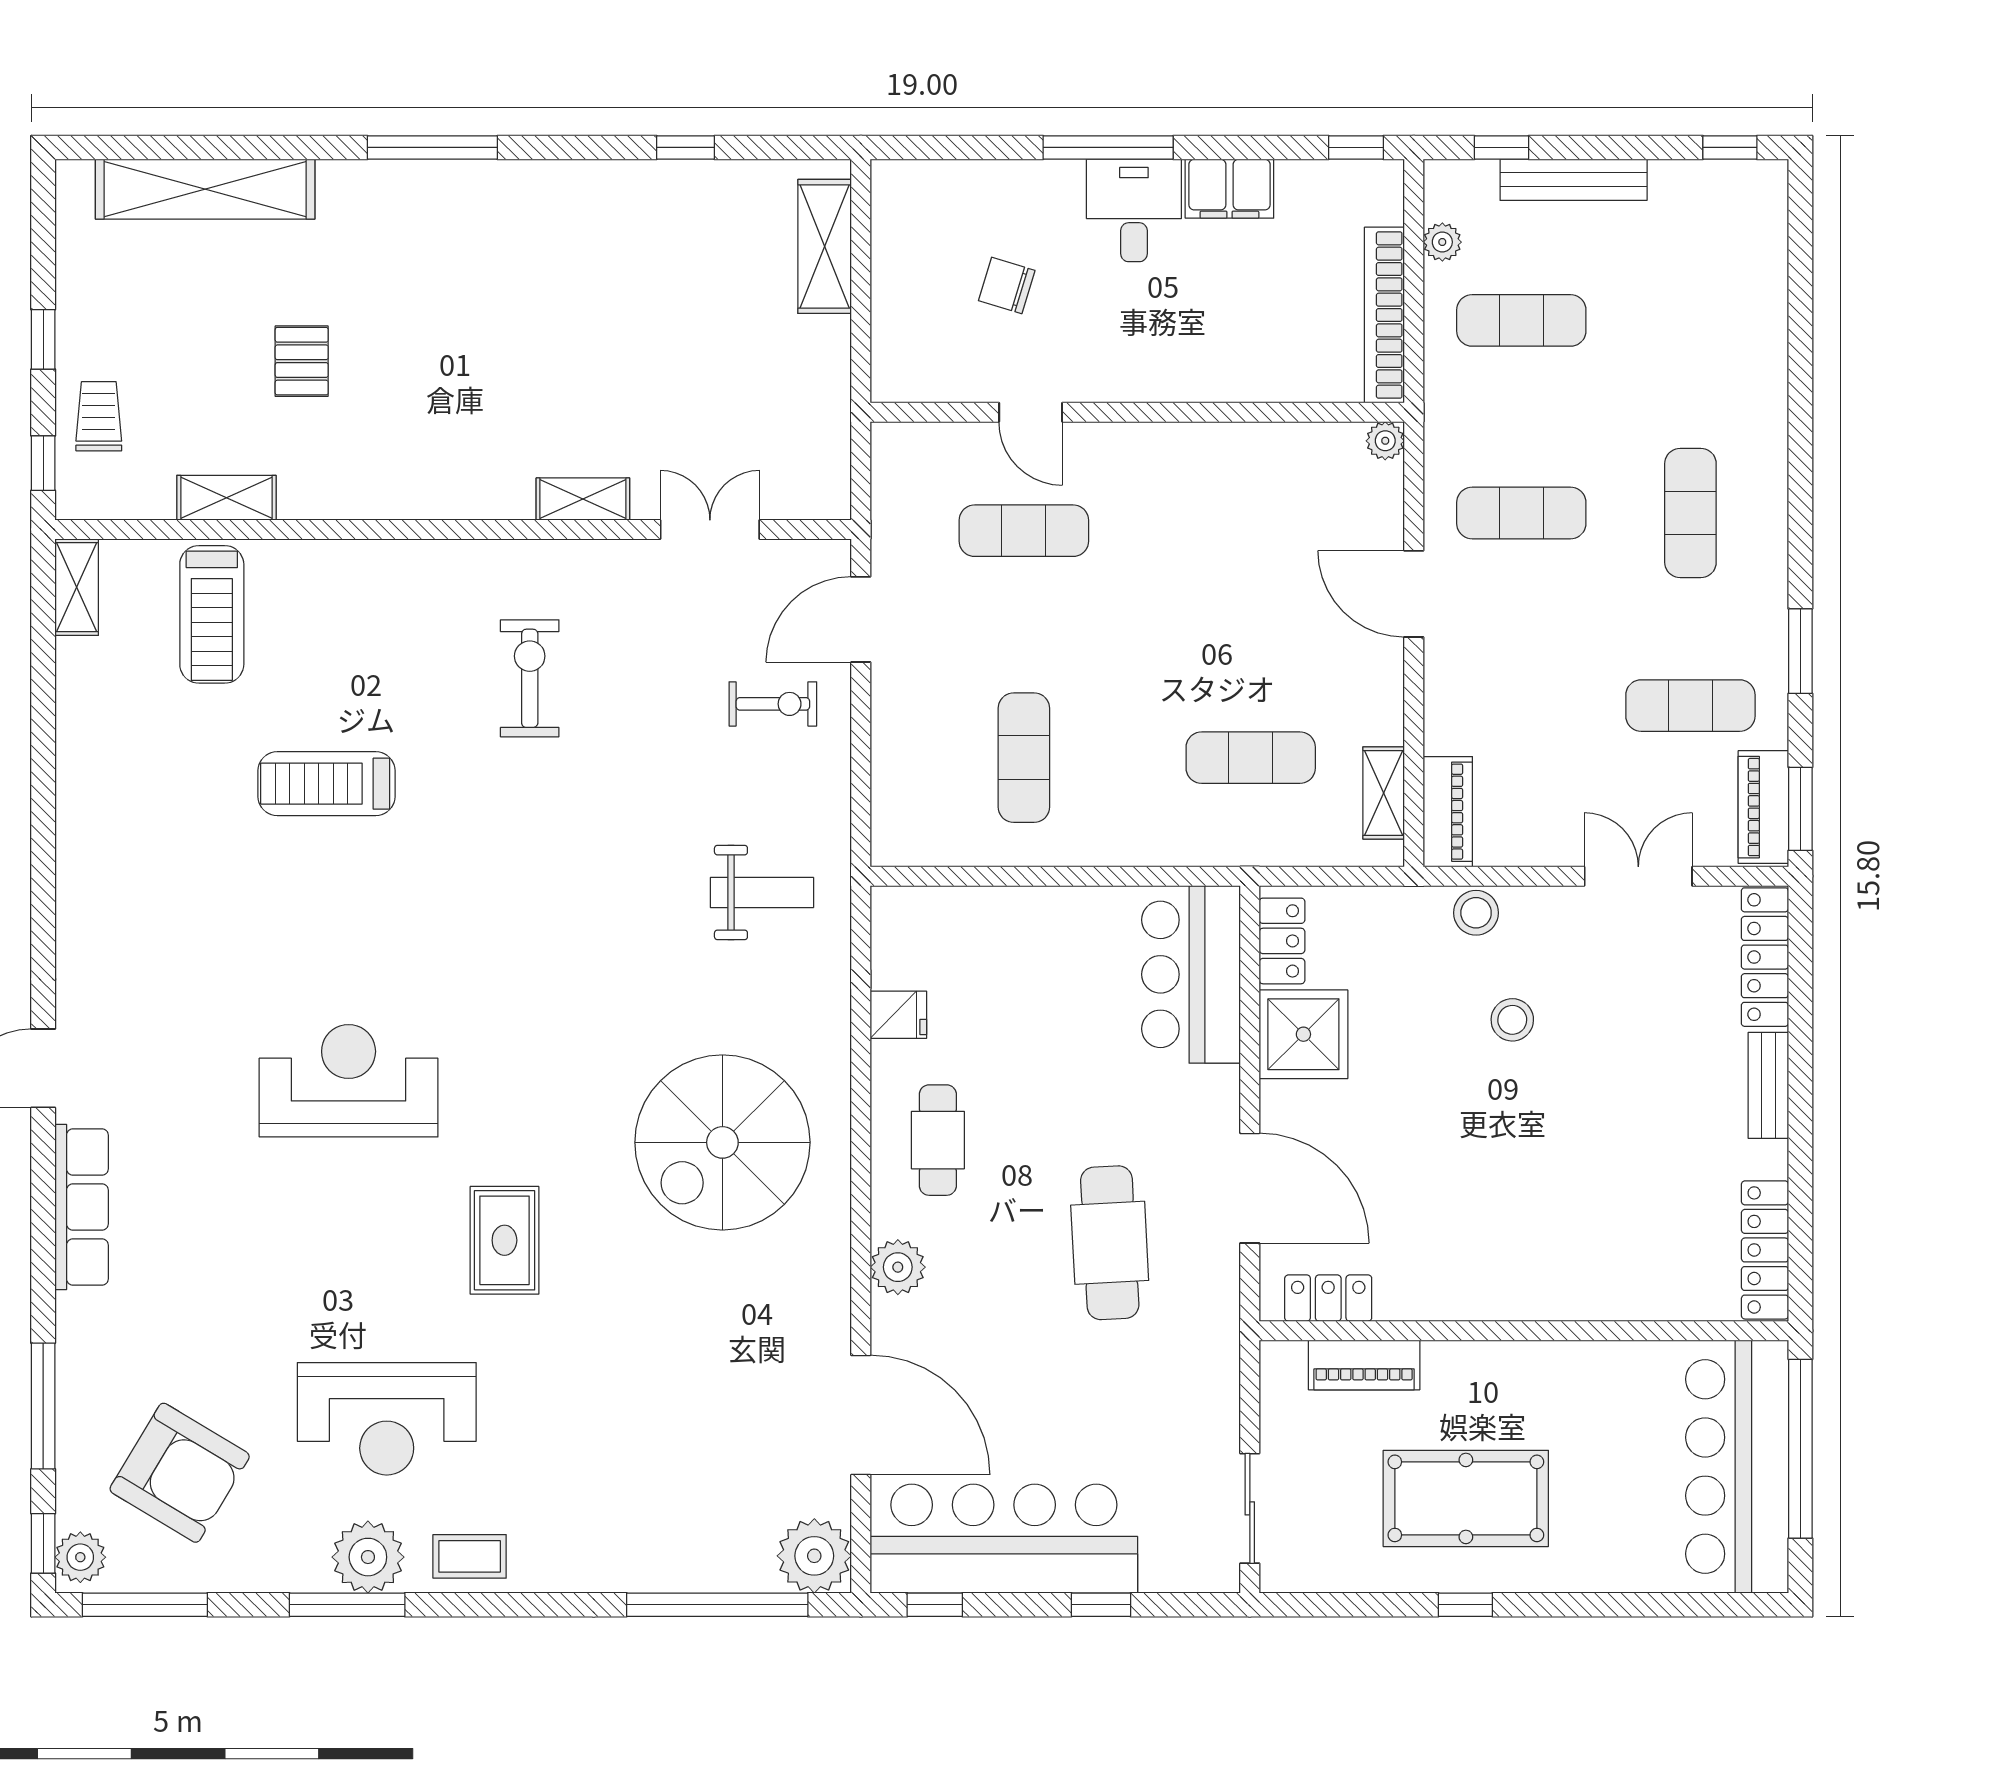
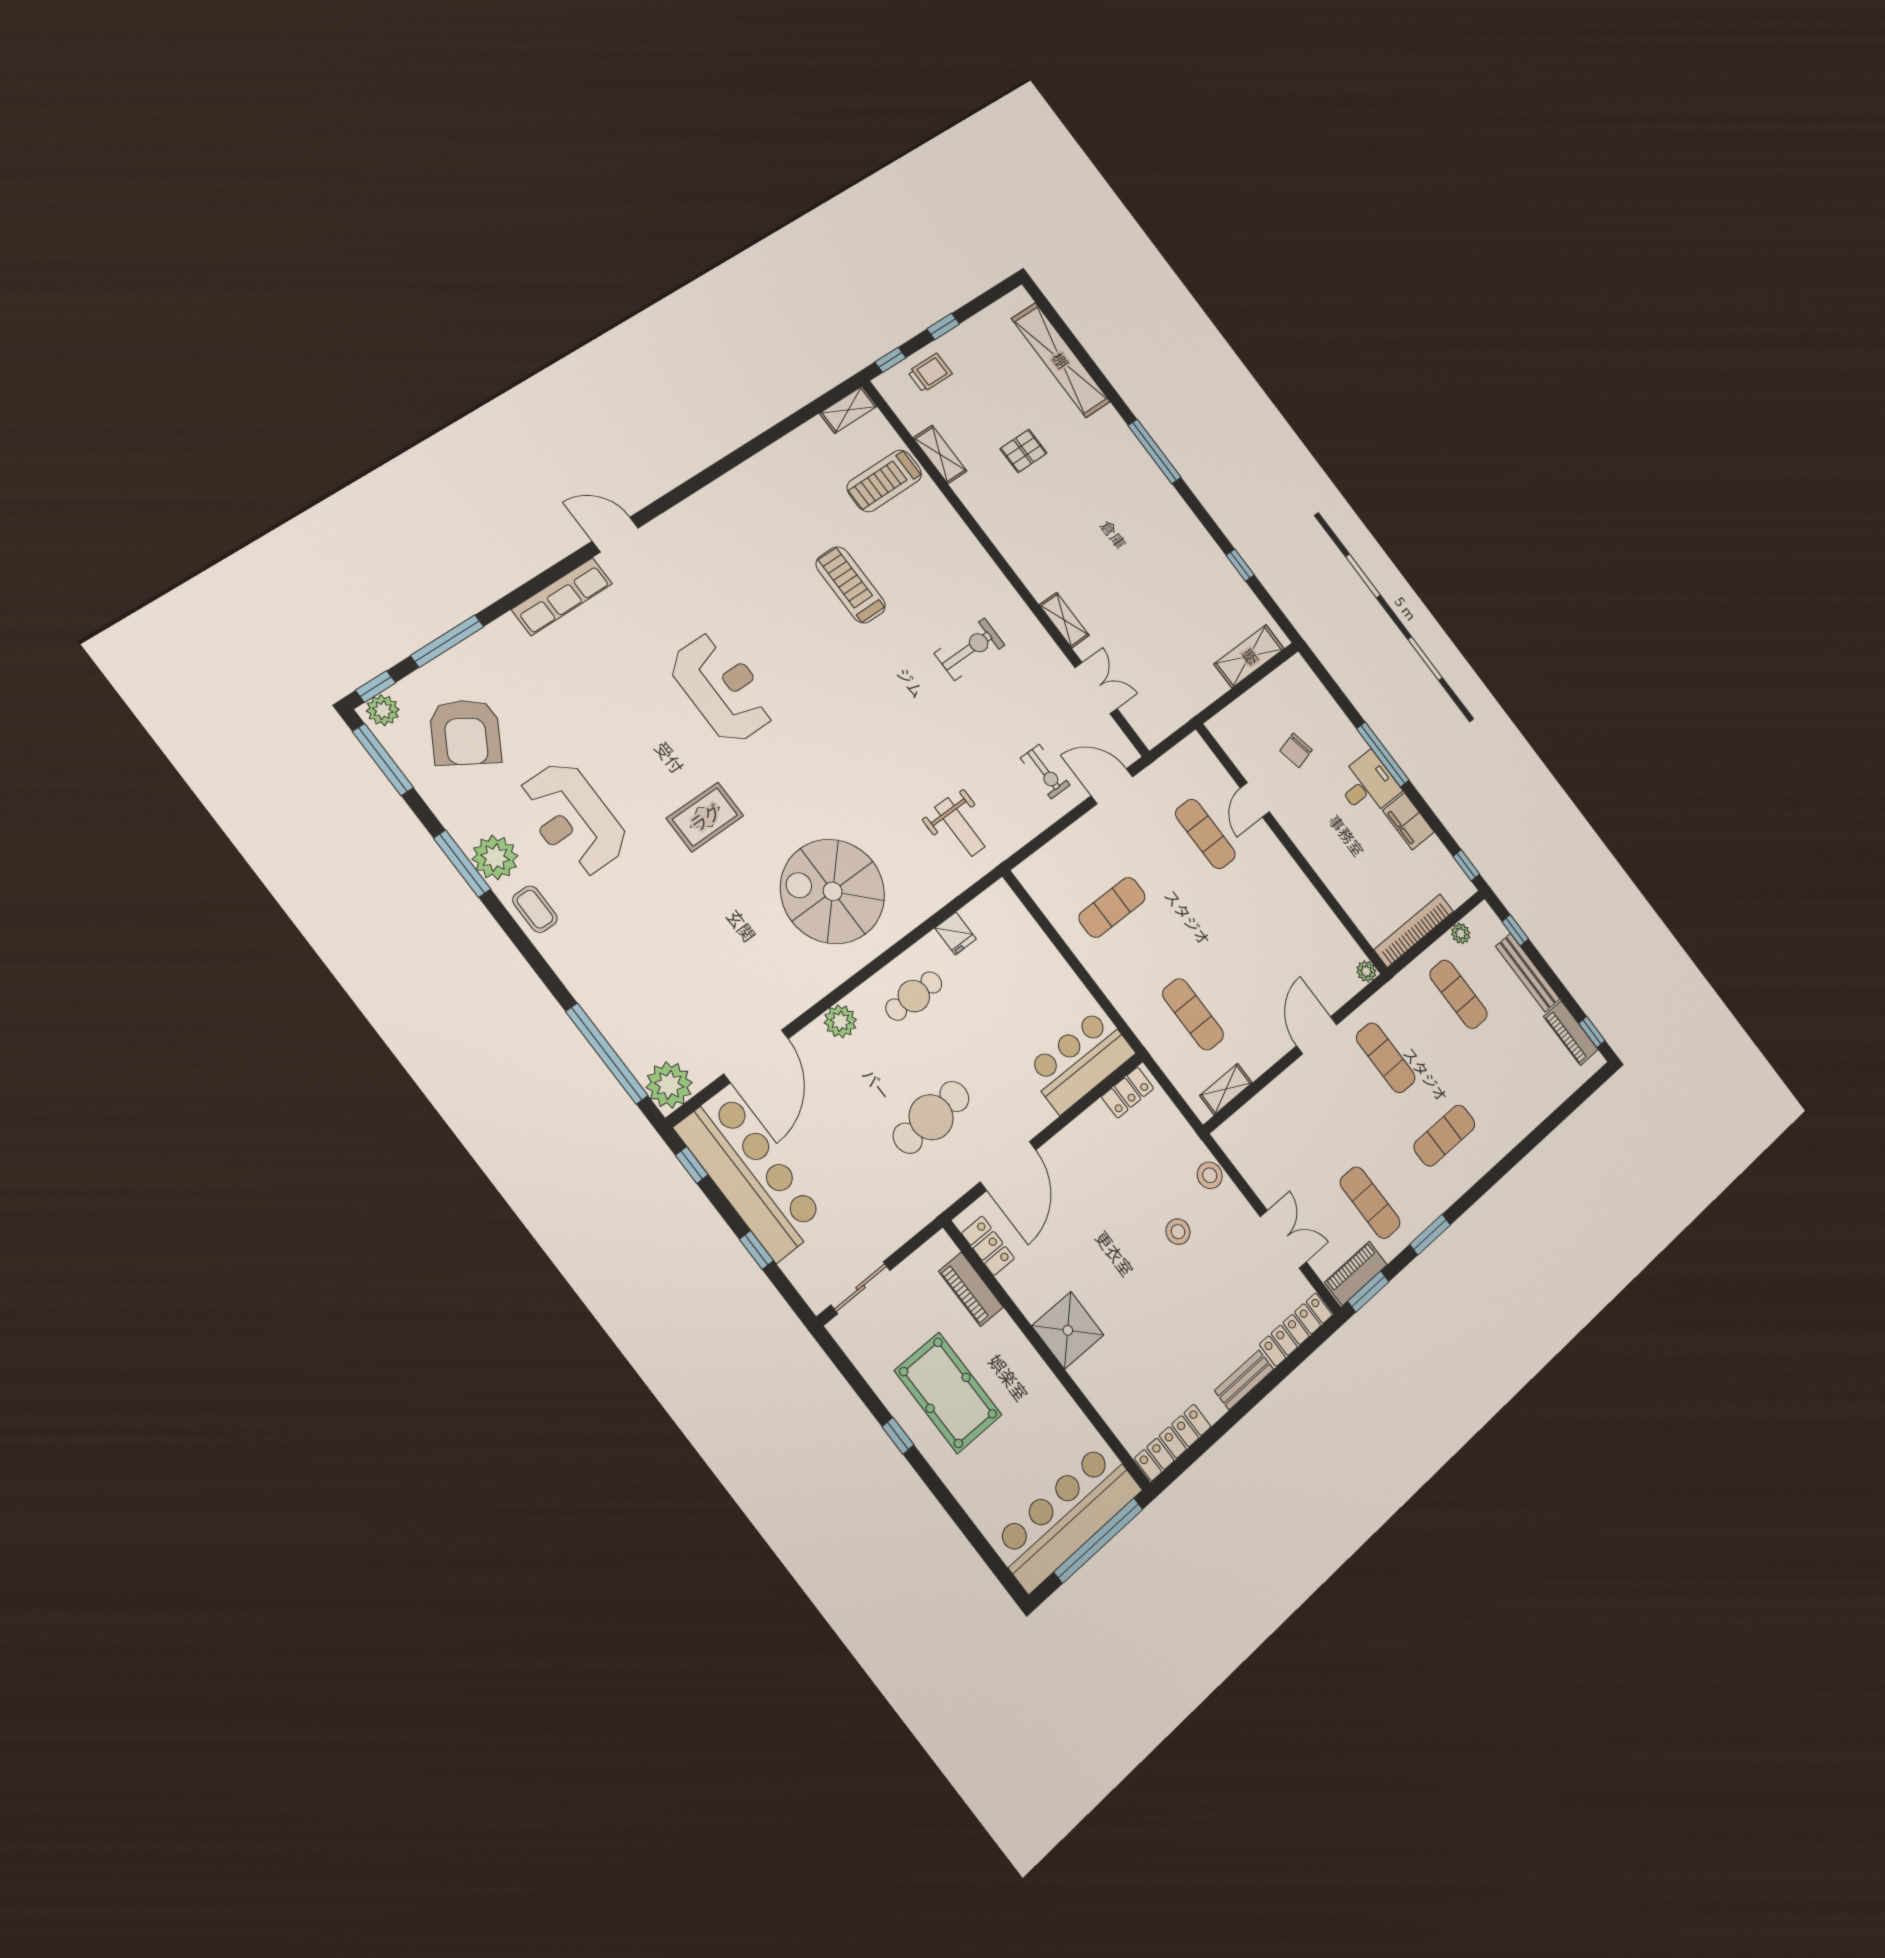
chair: (1007, 285) -> (1296, 750), turned -120
piano: (1448, 812) -> (1571, 1033), moved, turned 90
shower: (1303, 1034) -> (1068, 1330), moved

